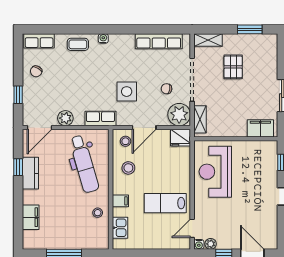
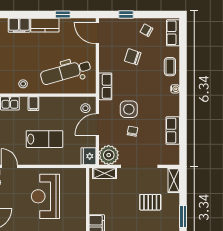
row of seats: (159, 41) -> (173, 131), width x0.68
chair: (67, 87) -> (133, 57), added
chair: (167, 89) -> (132, 131), moved
plant: (65, 118) -> (106, 56), removed
door: (144, 127) -> (97, 124), hinge flipped
stool: (128, 168) -> (62, 111), removed
reception desk: (215, 172) -> (45, 196), moved, turned -90
kitchen counter: (30, 173) -> (45, 25), moved
lab bench: (165, 203) -> (44, 139), moved, turned 90

